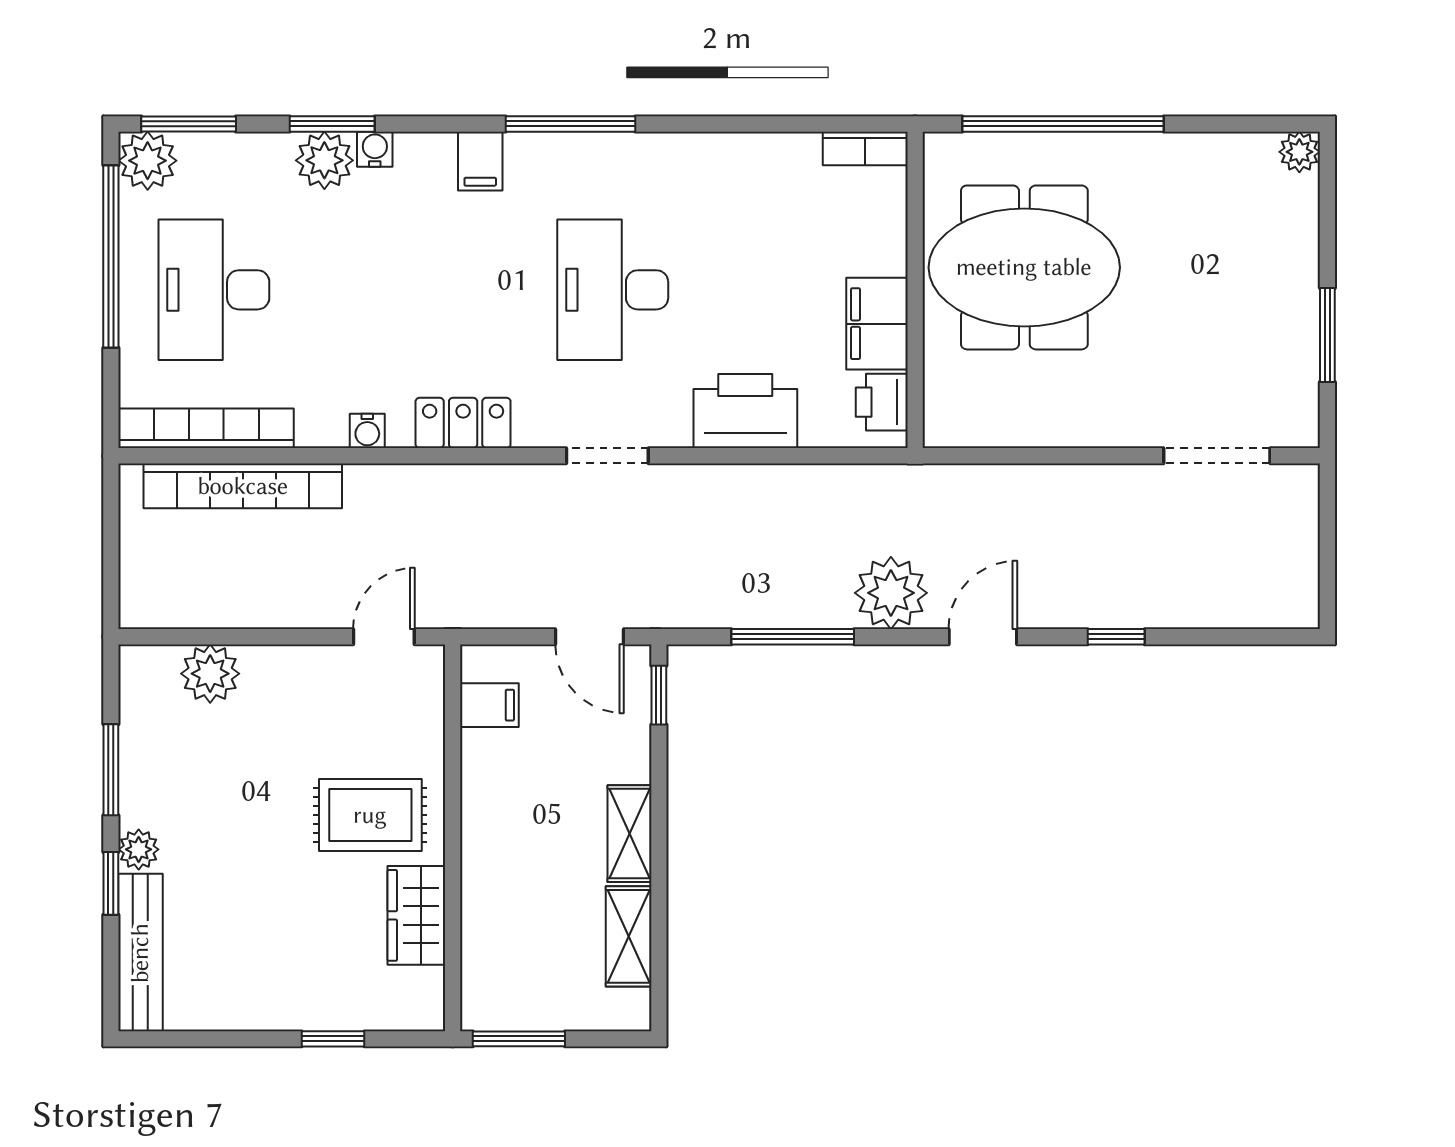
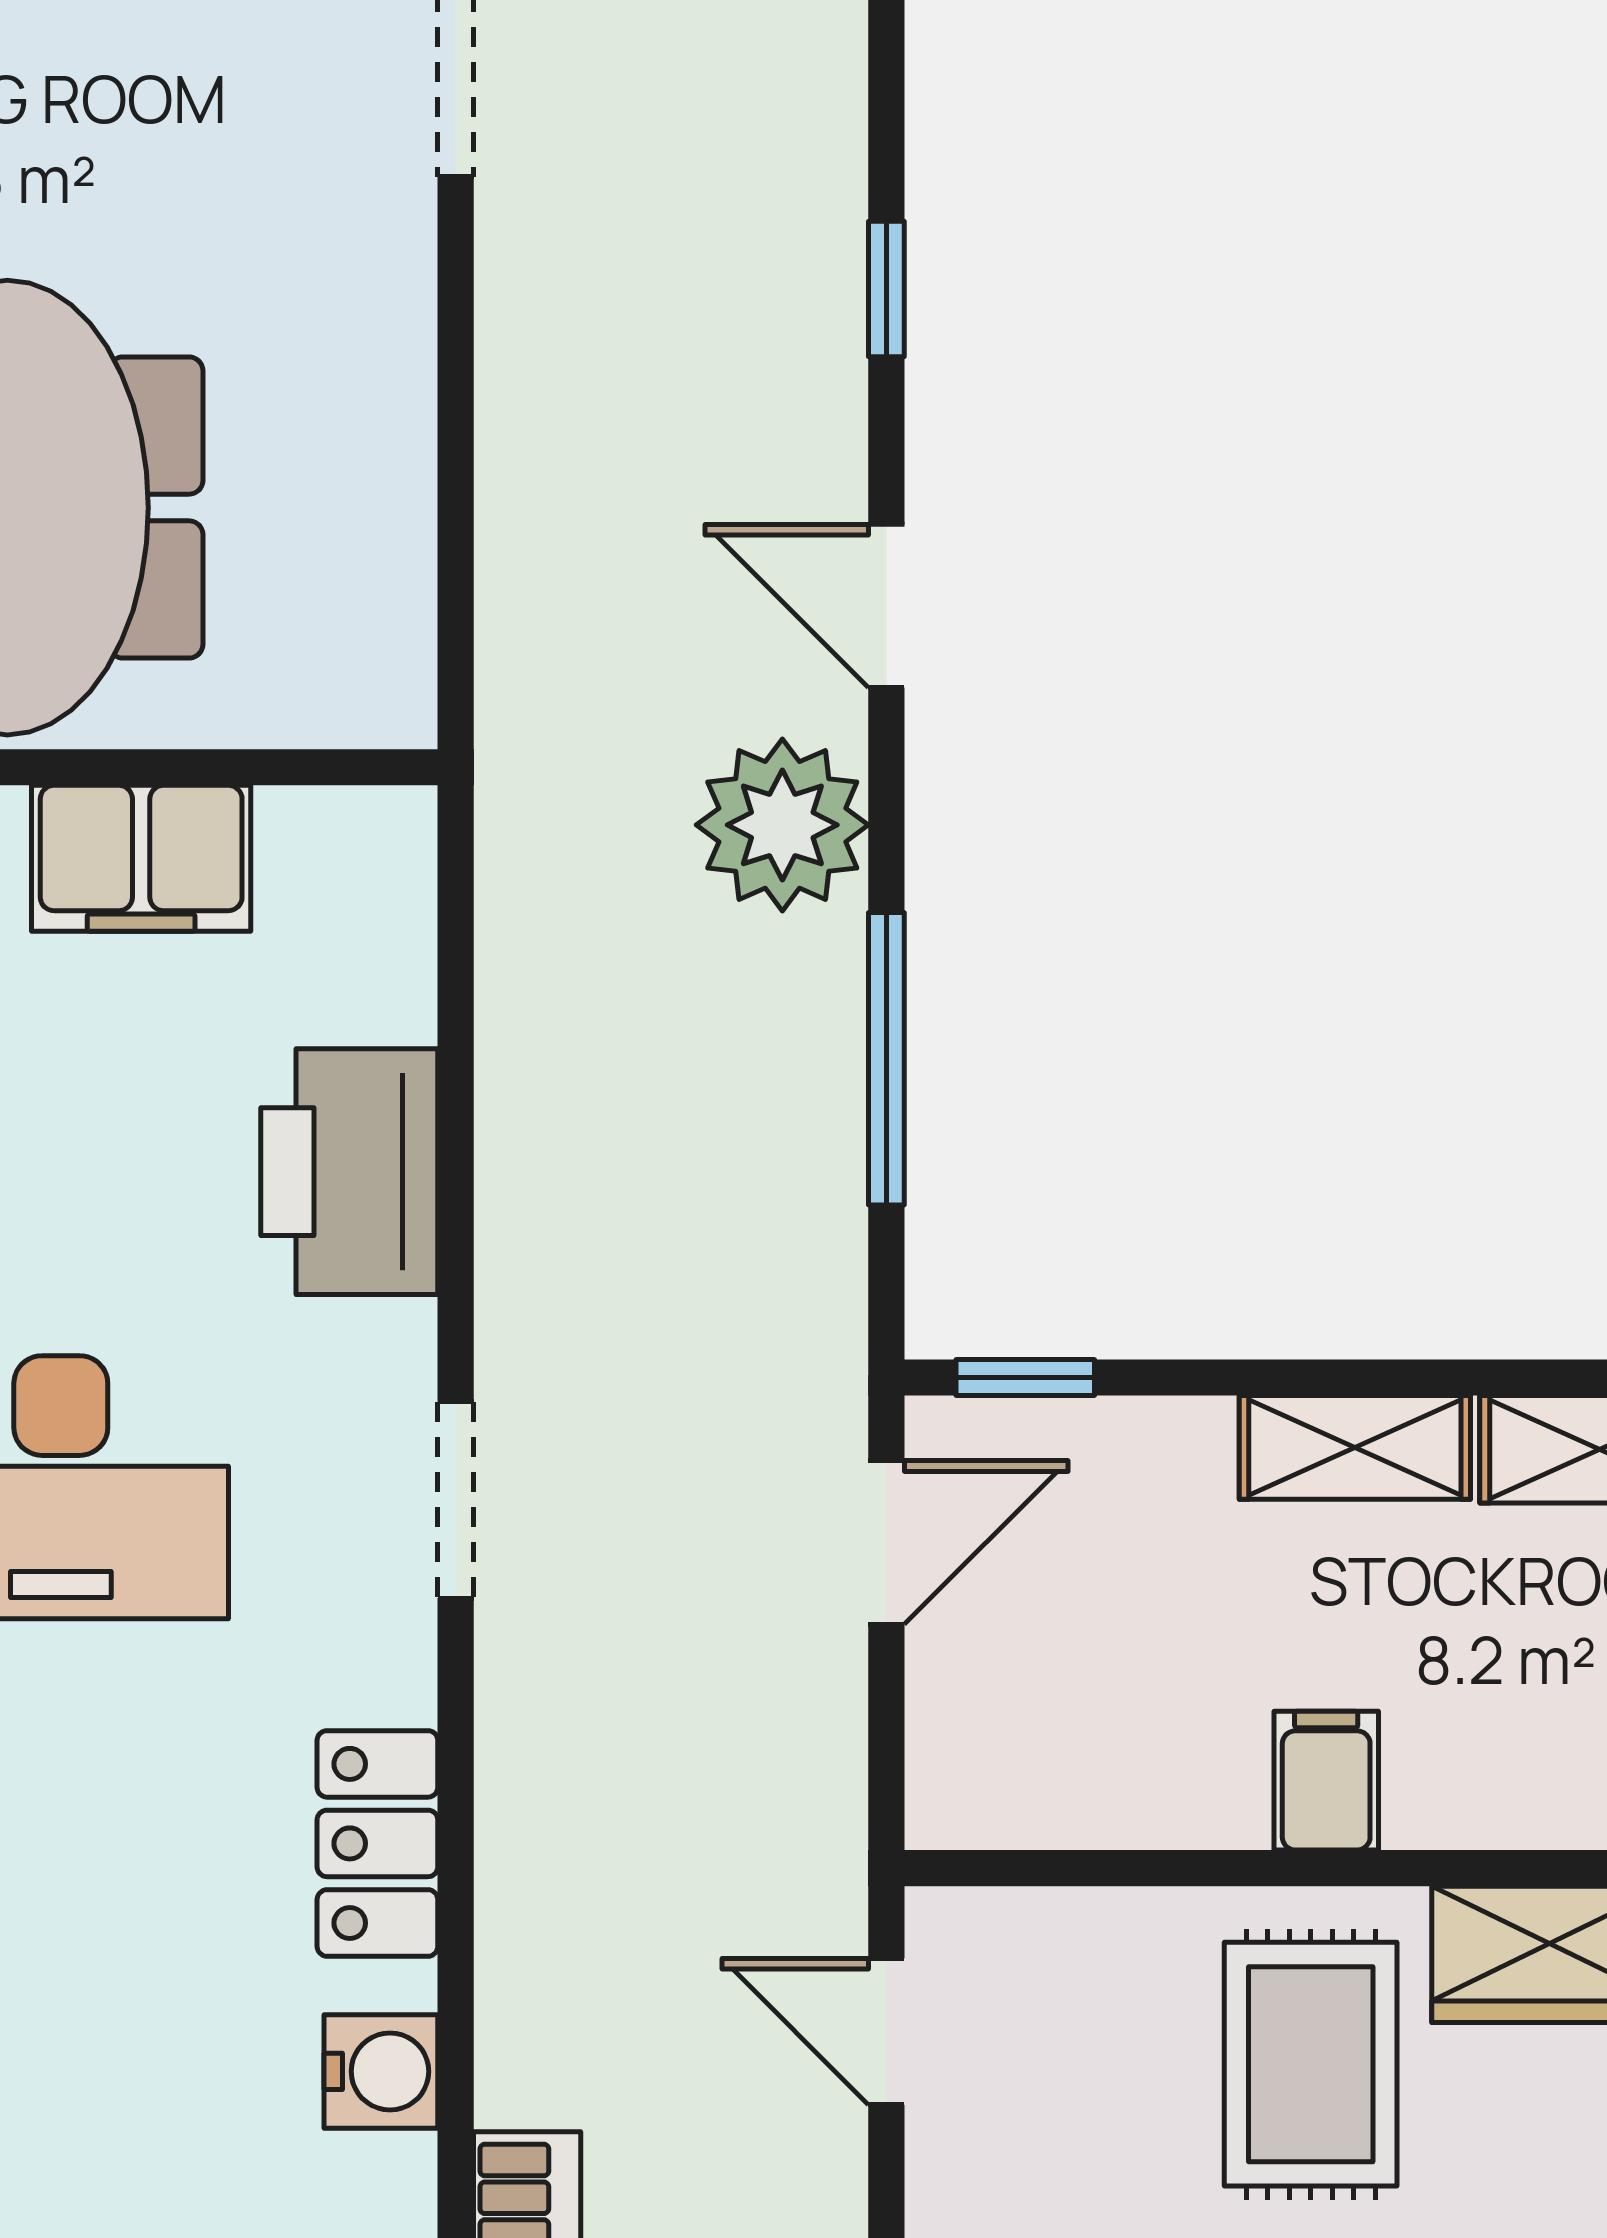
printer: (882, 402) -> (328, 847), removed
water cooler: (367, 431) -> (381, 2071), width x1.38, depth x1.38
filing cabinet: (489, 705) -> (1326, 1781), moved

